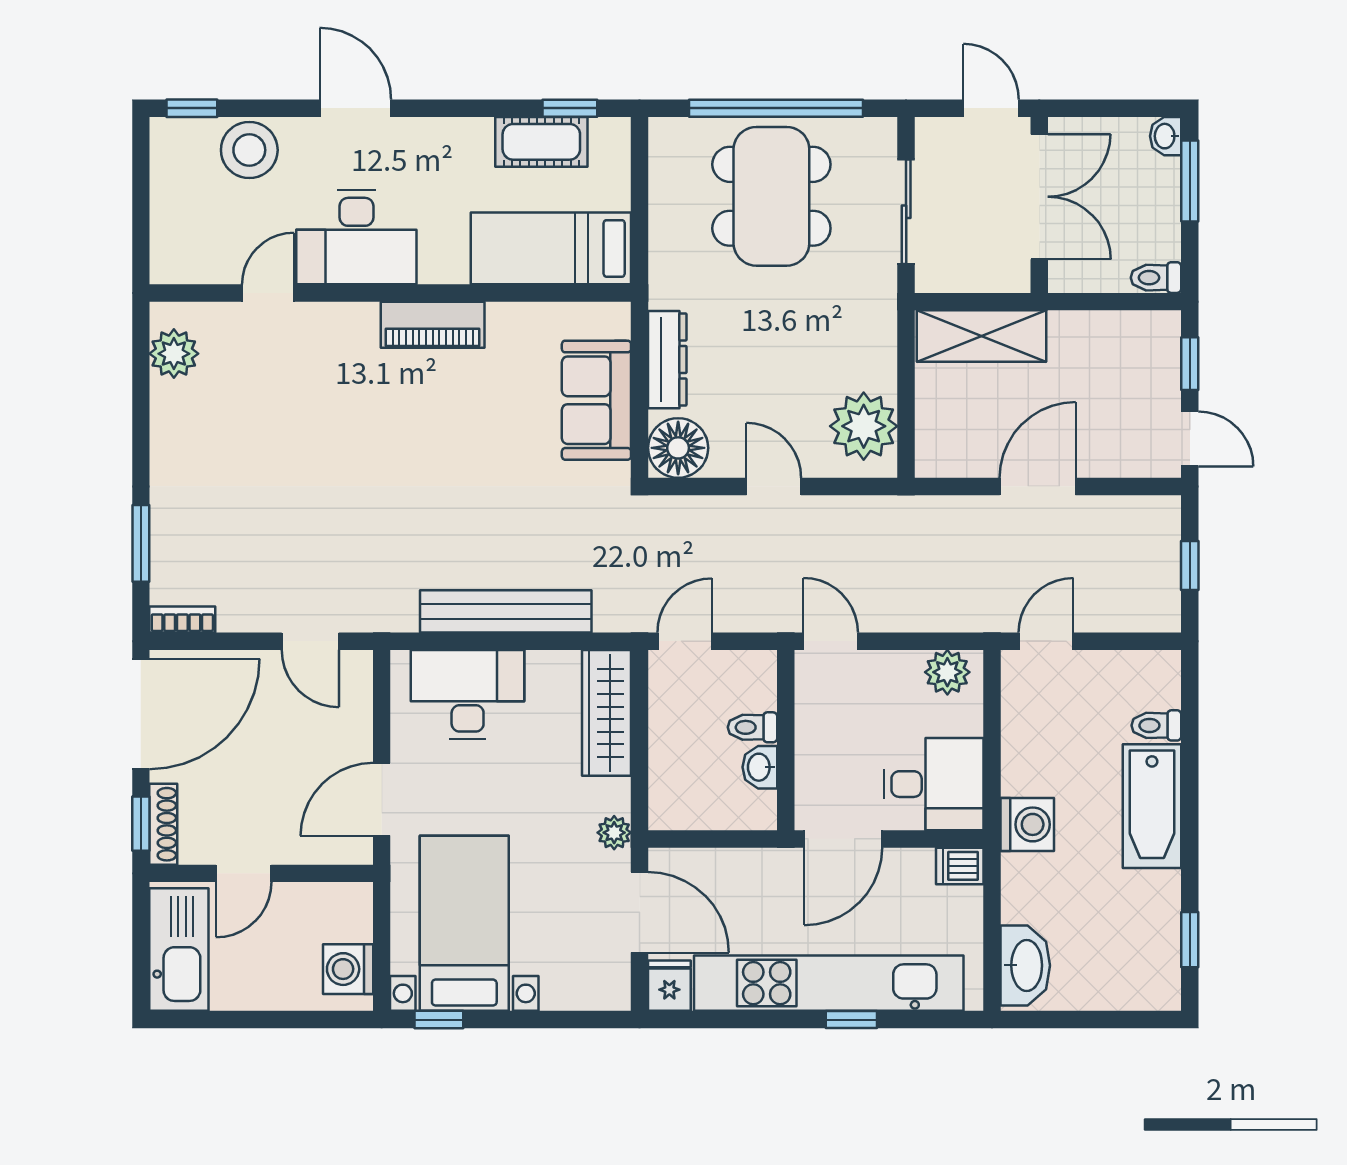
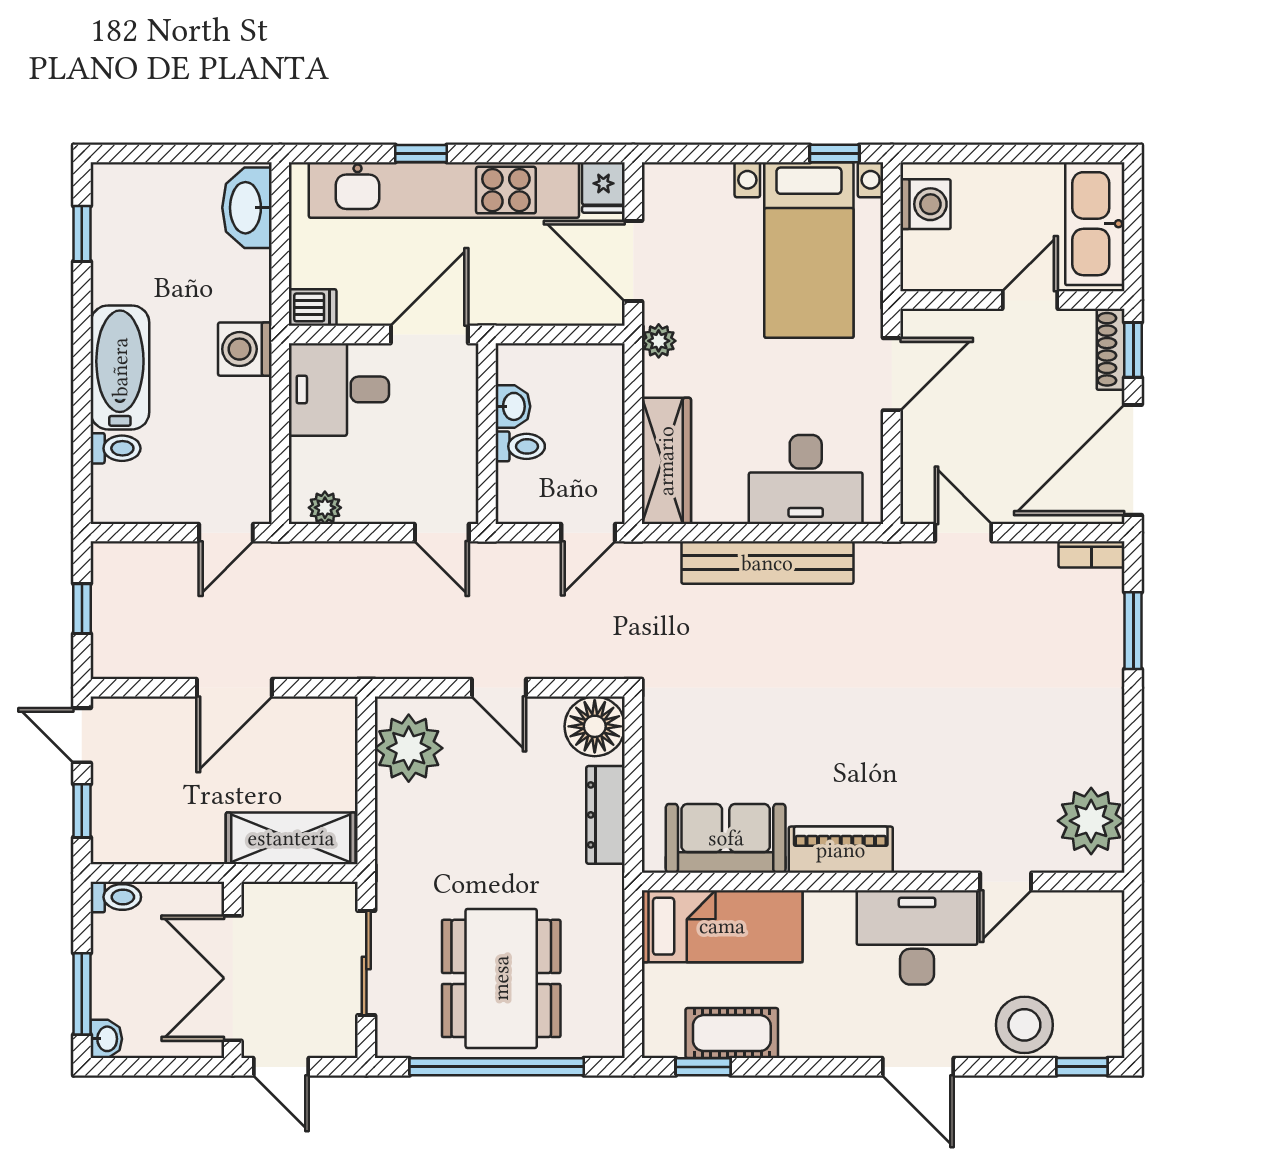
plant: (174, 354) -> (1091, 821), width x1.36, depth x1.36
sofa: (596, 400) -> (726, 838), moved, turned -90
plant: (947, 672) -> (325, 508), width x0.73, depth x0.73

